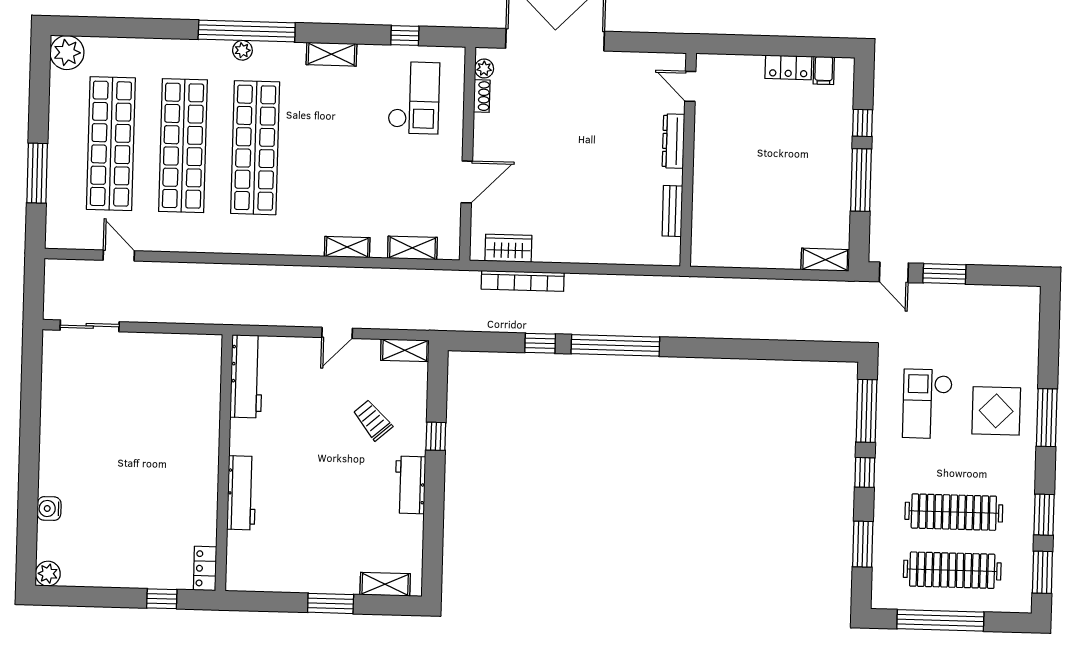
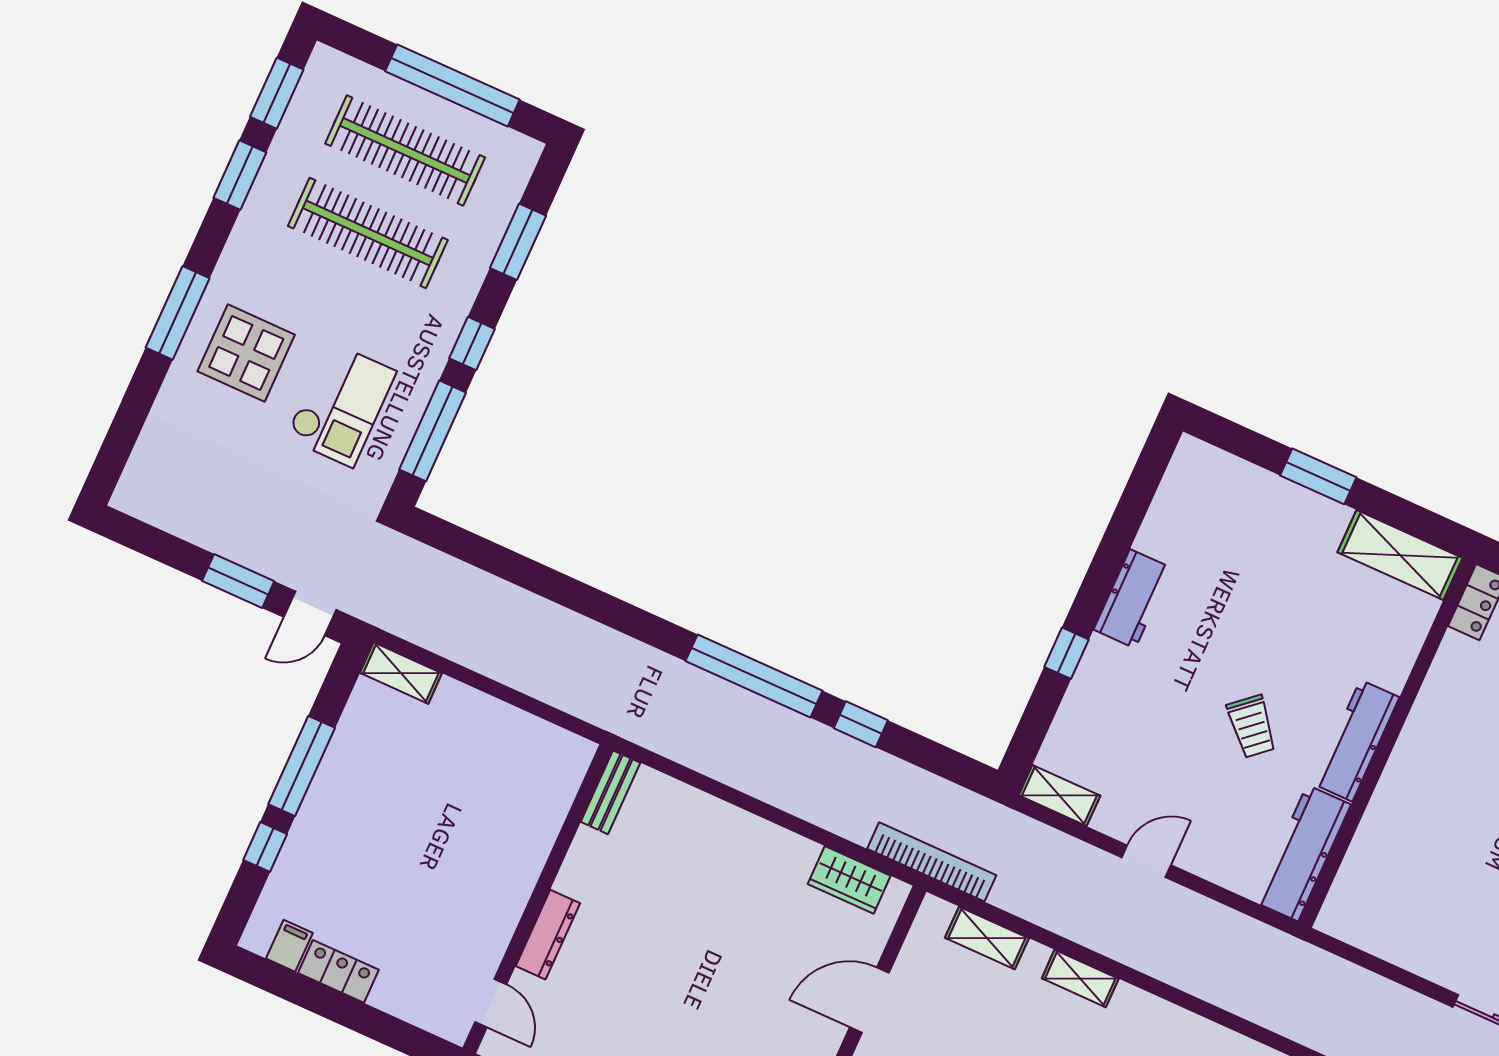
bench: (672, 211) -> (610, 792), moved
door: (894, 272) -> (310, 613), swing flipped
bookcase: (523, 281) -> (932, 862), moved
trolley: (373, 420) -> (1252, 726), moved
workbench: (242, 493) -> (1356, 741), moved
shelving: (385, 584) -> (1400, 555), moved, width x1.50, depth x1.33

